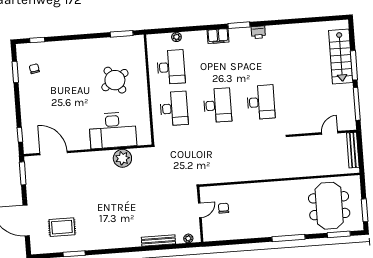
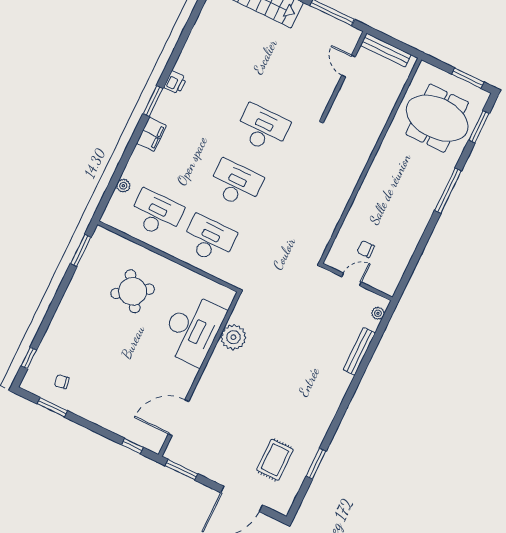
door: (200, 210) -> (352, 279), hinge flipped

